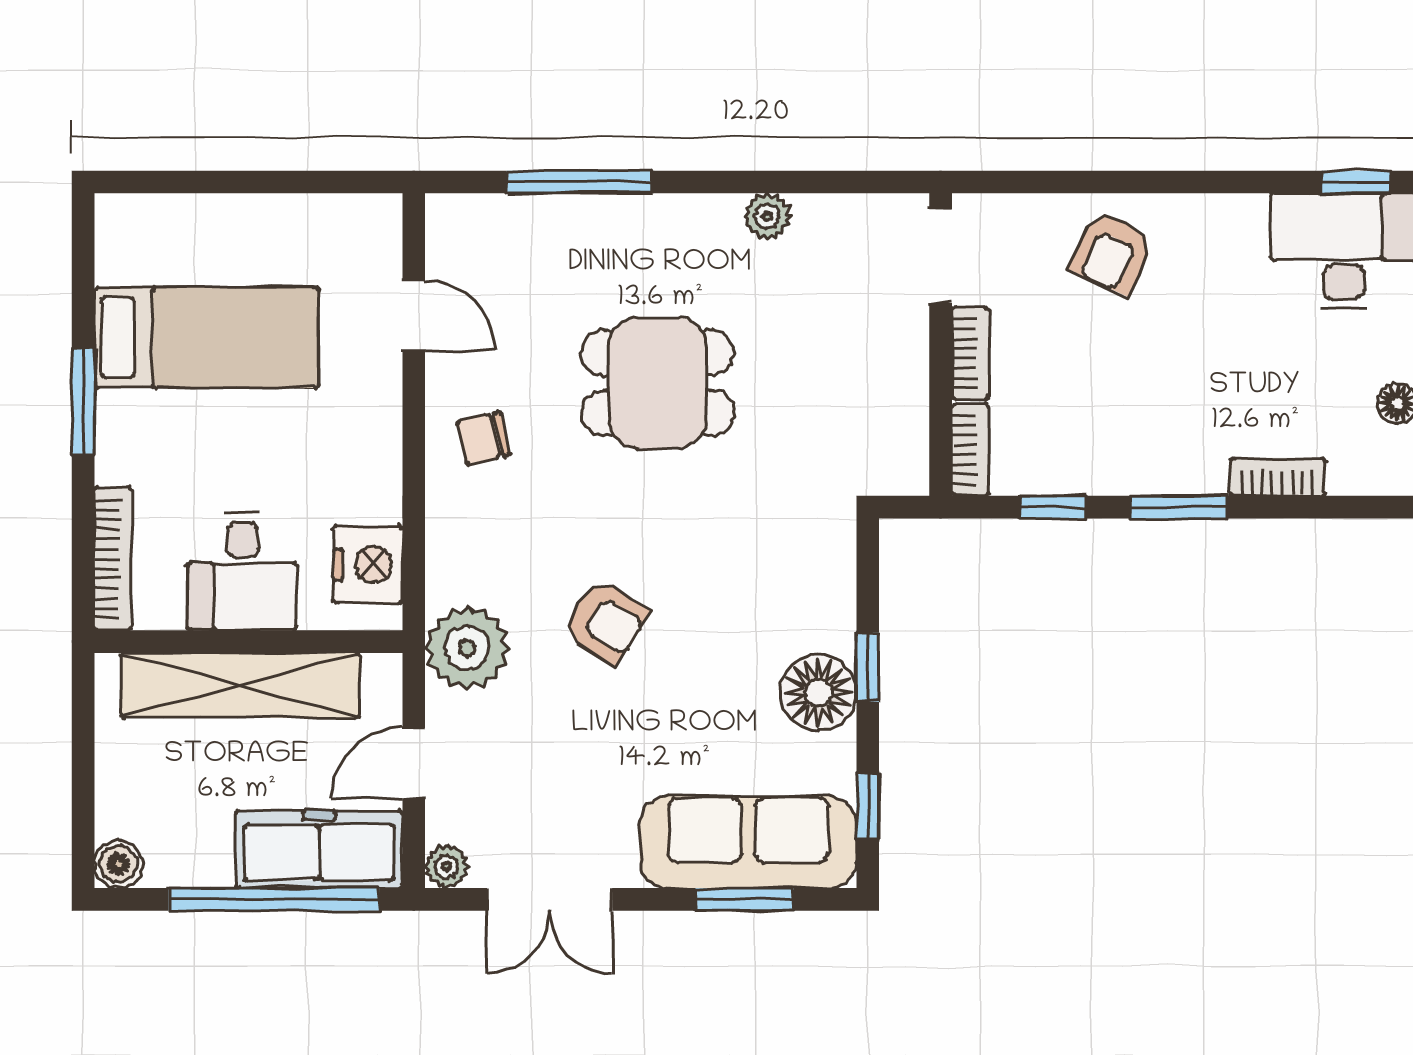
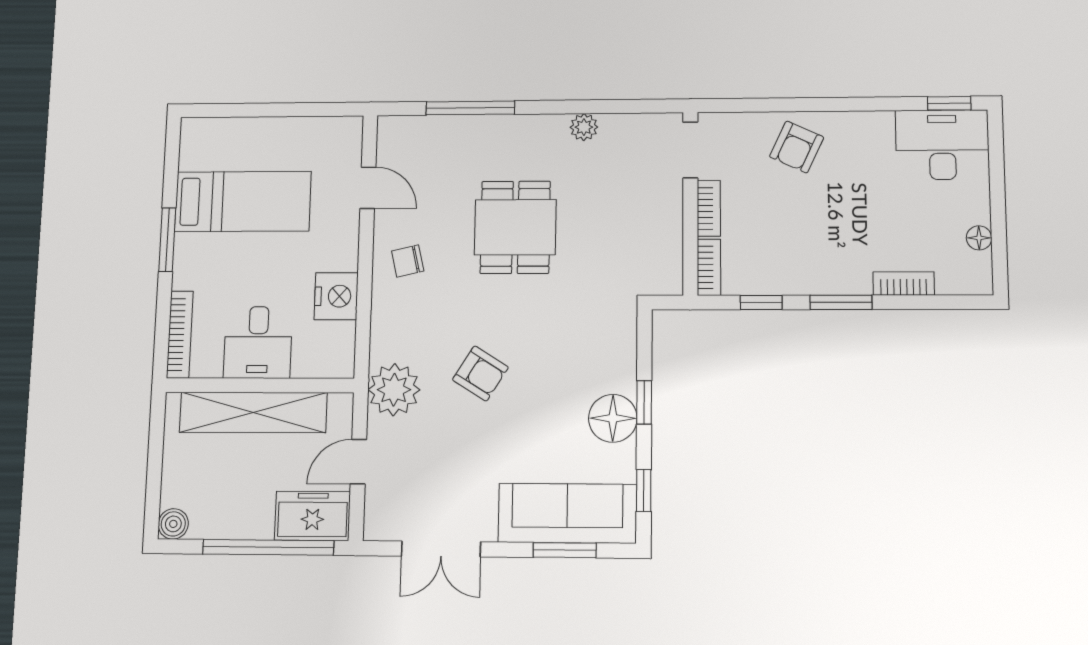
dining table: (658, 383) -> (515, 227), turned 90
nightstand: (368, 565) -> (336, 296), moved
freezer: (319, 849) -> (312, 516), width x0.71
plant: (447, 867) -> (377, 527), removed

